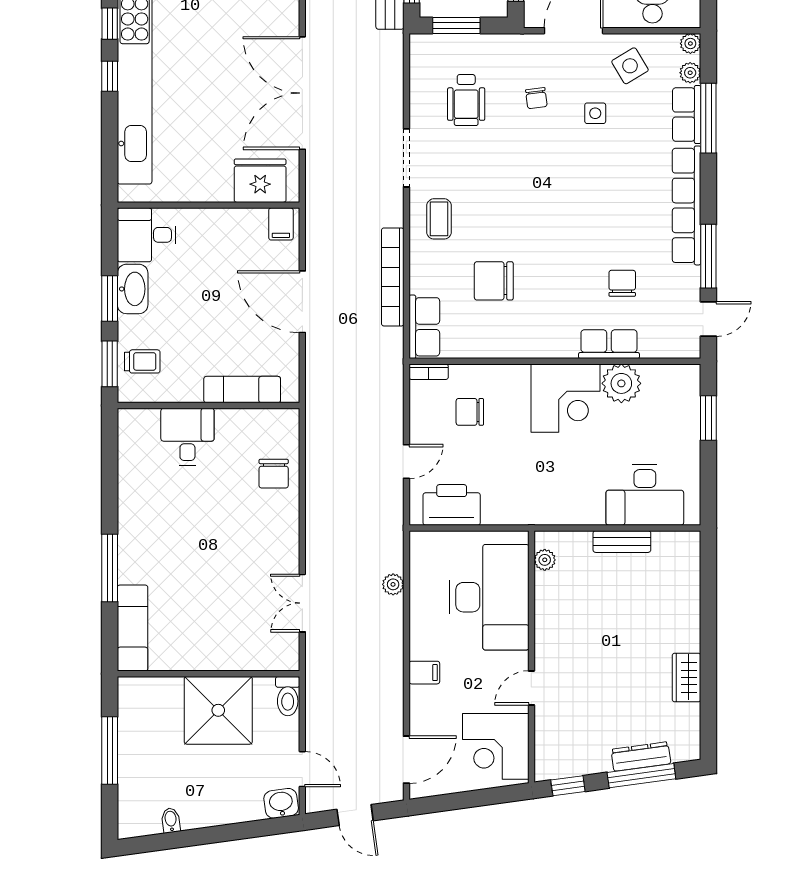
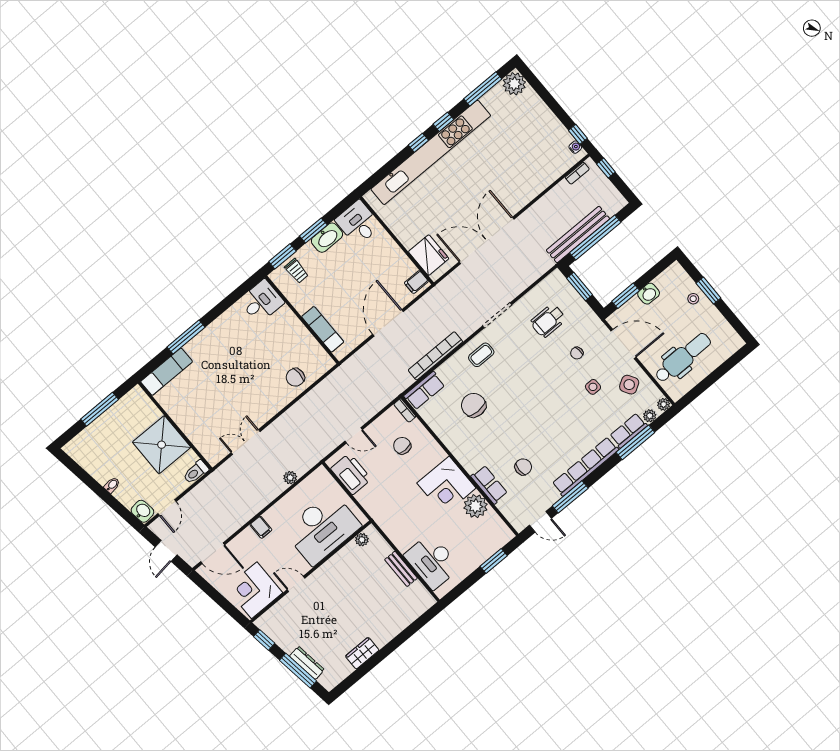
desk: (187, 437) -> (262, 301), moved
bidet: (171, 820) -> (112, 485), moved

